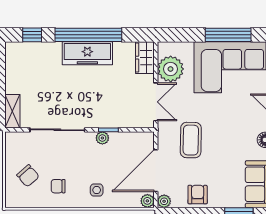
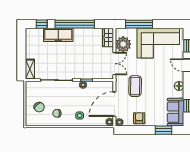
window: (228, 35) -> (139, 24), moved
freezer: (87, 53) -> (58, 35), moved

